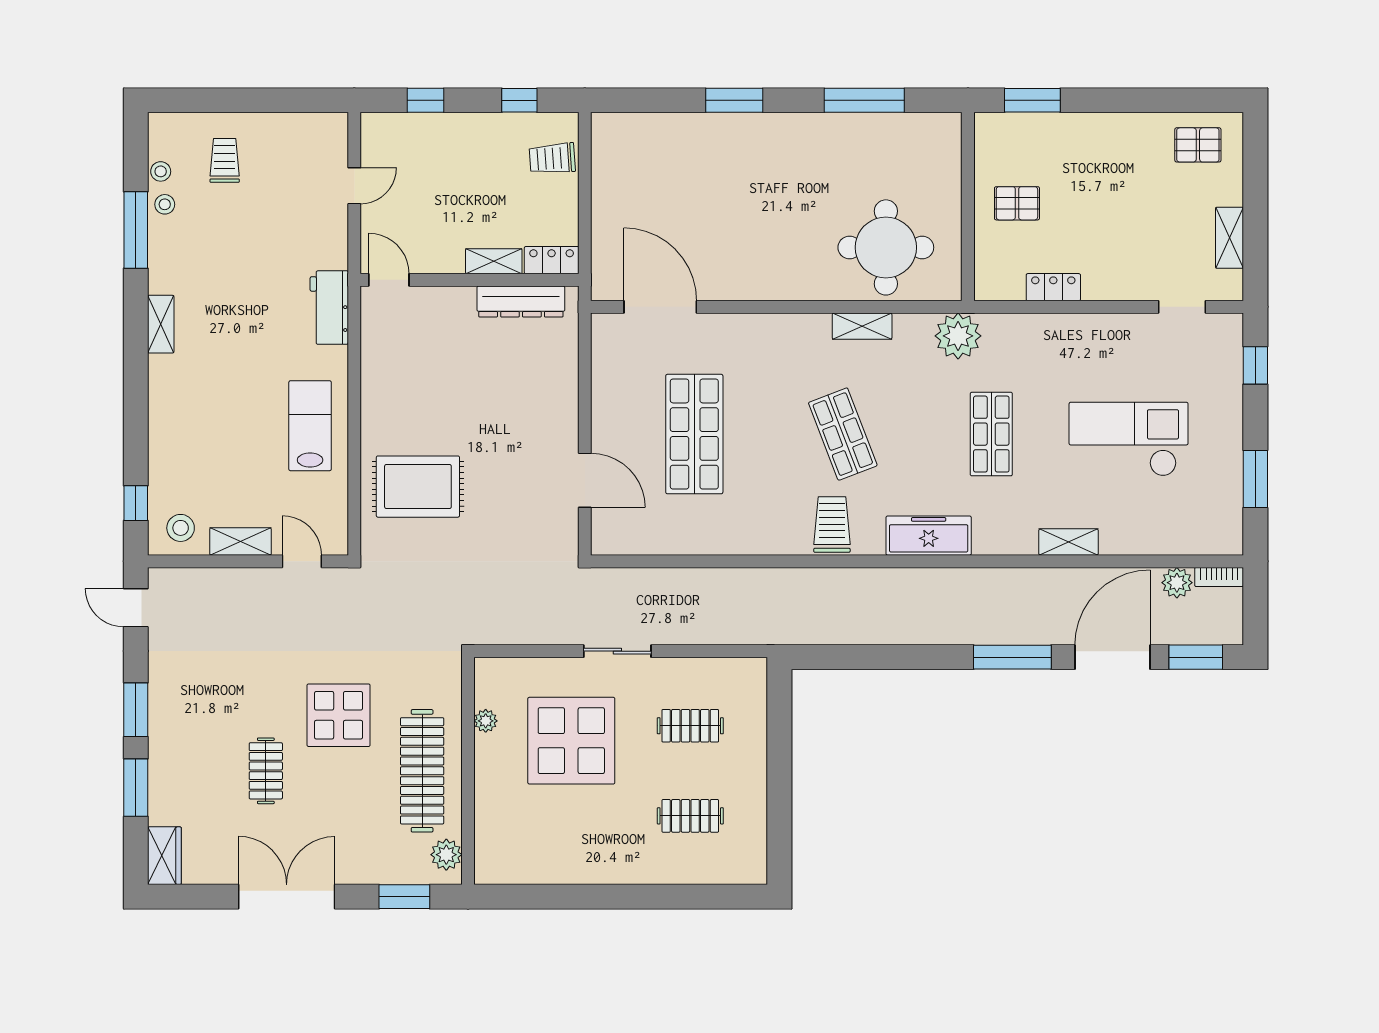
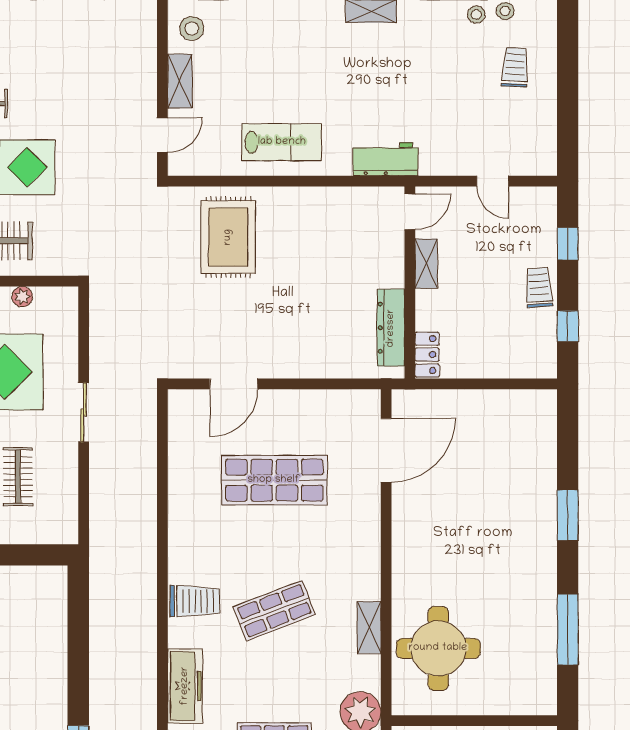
trolley: (552, 158) -> (539, 287), moved
trolley: (225, 160) -> (515, 67), turned -87
shelving: (494, 261) -> (426, 264), moved

